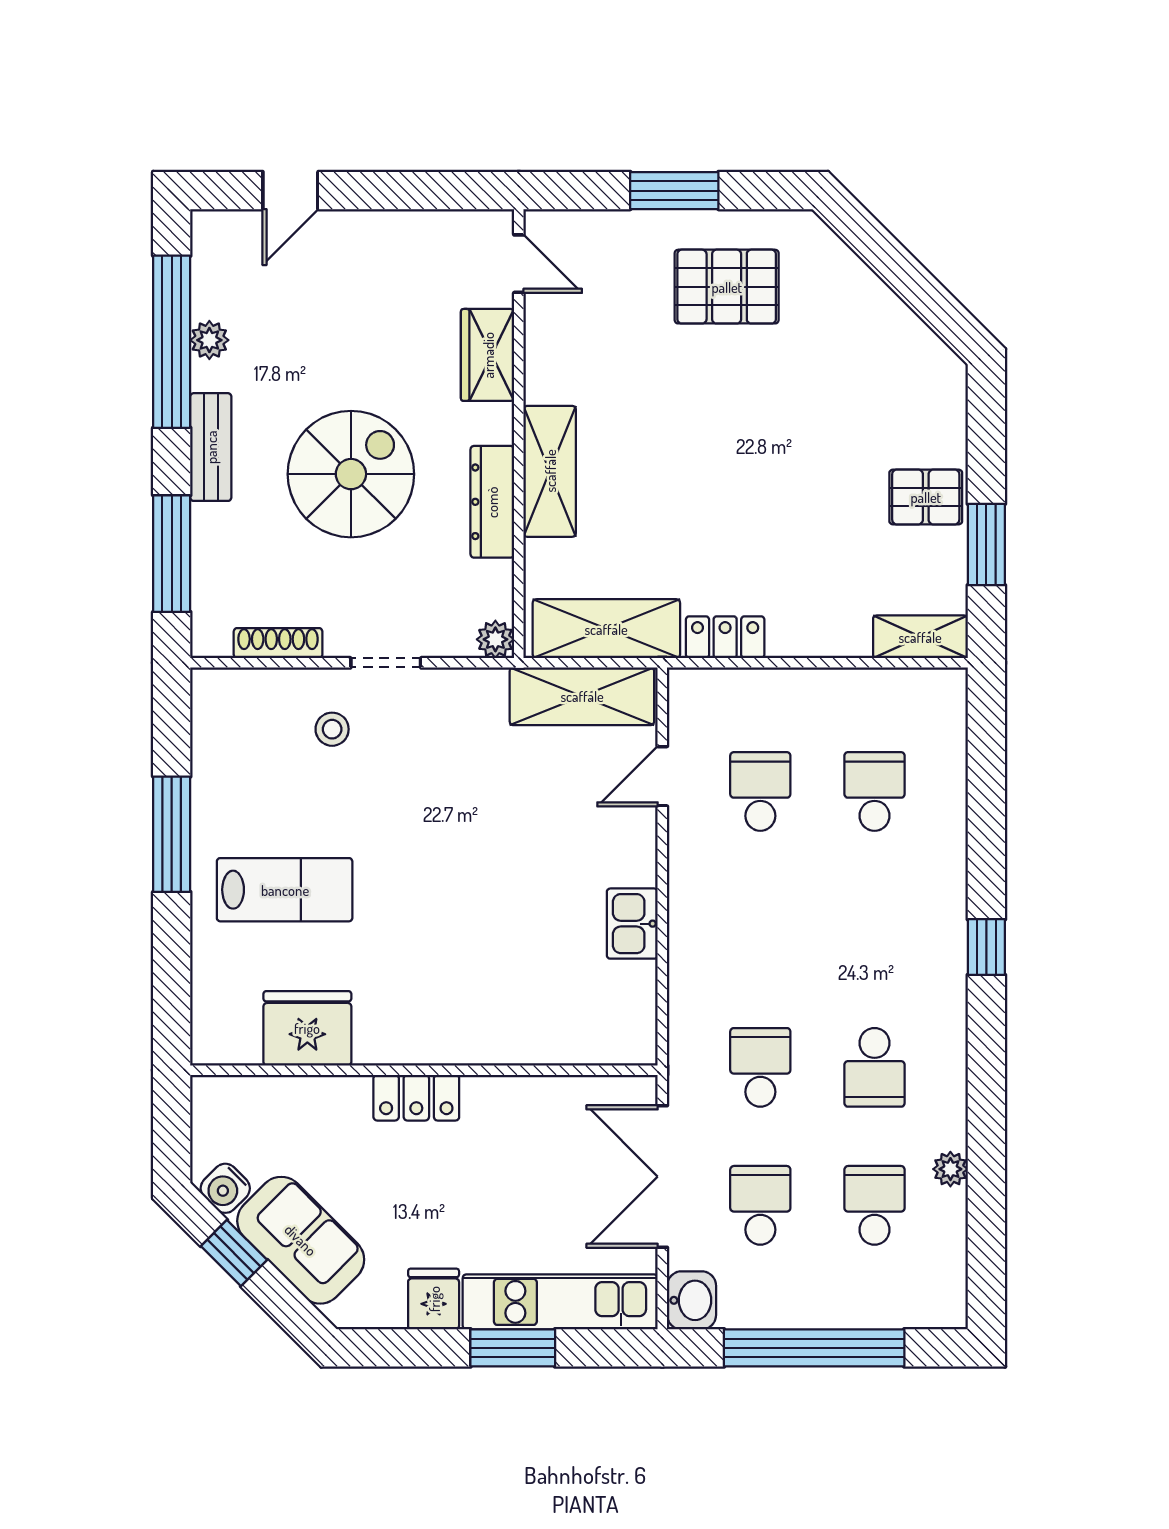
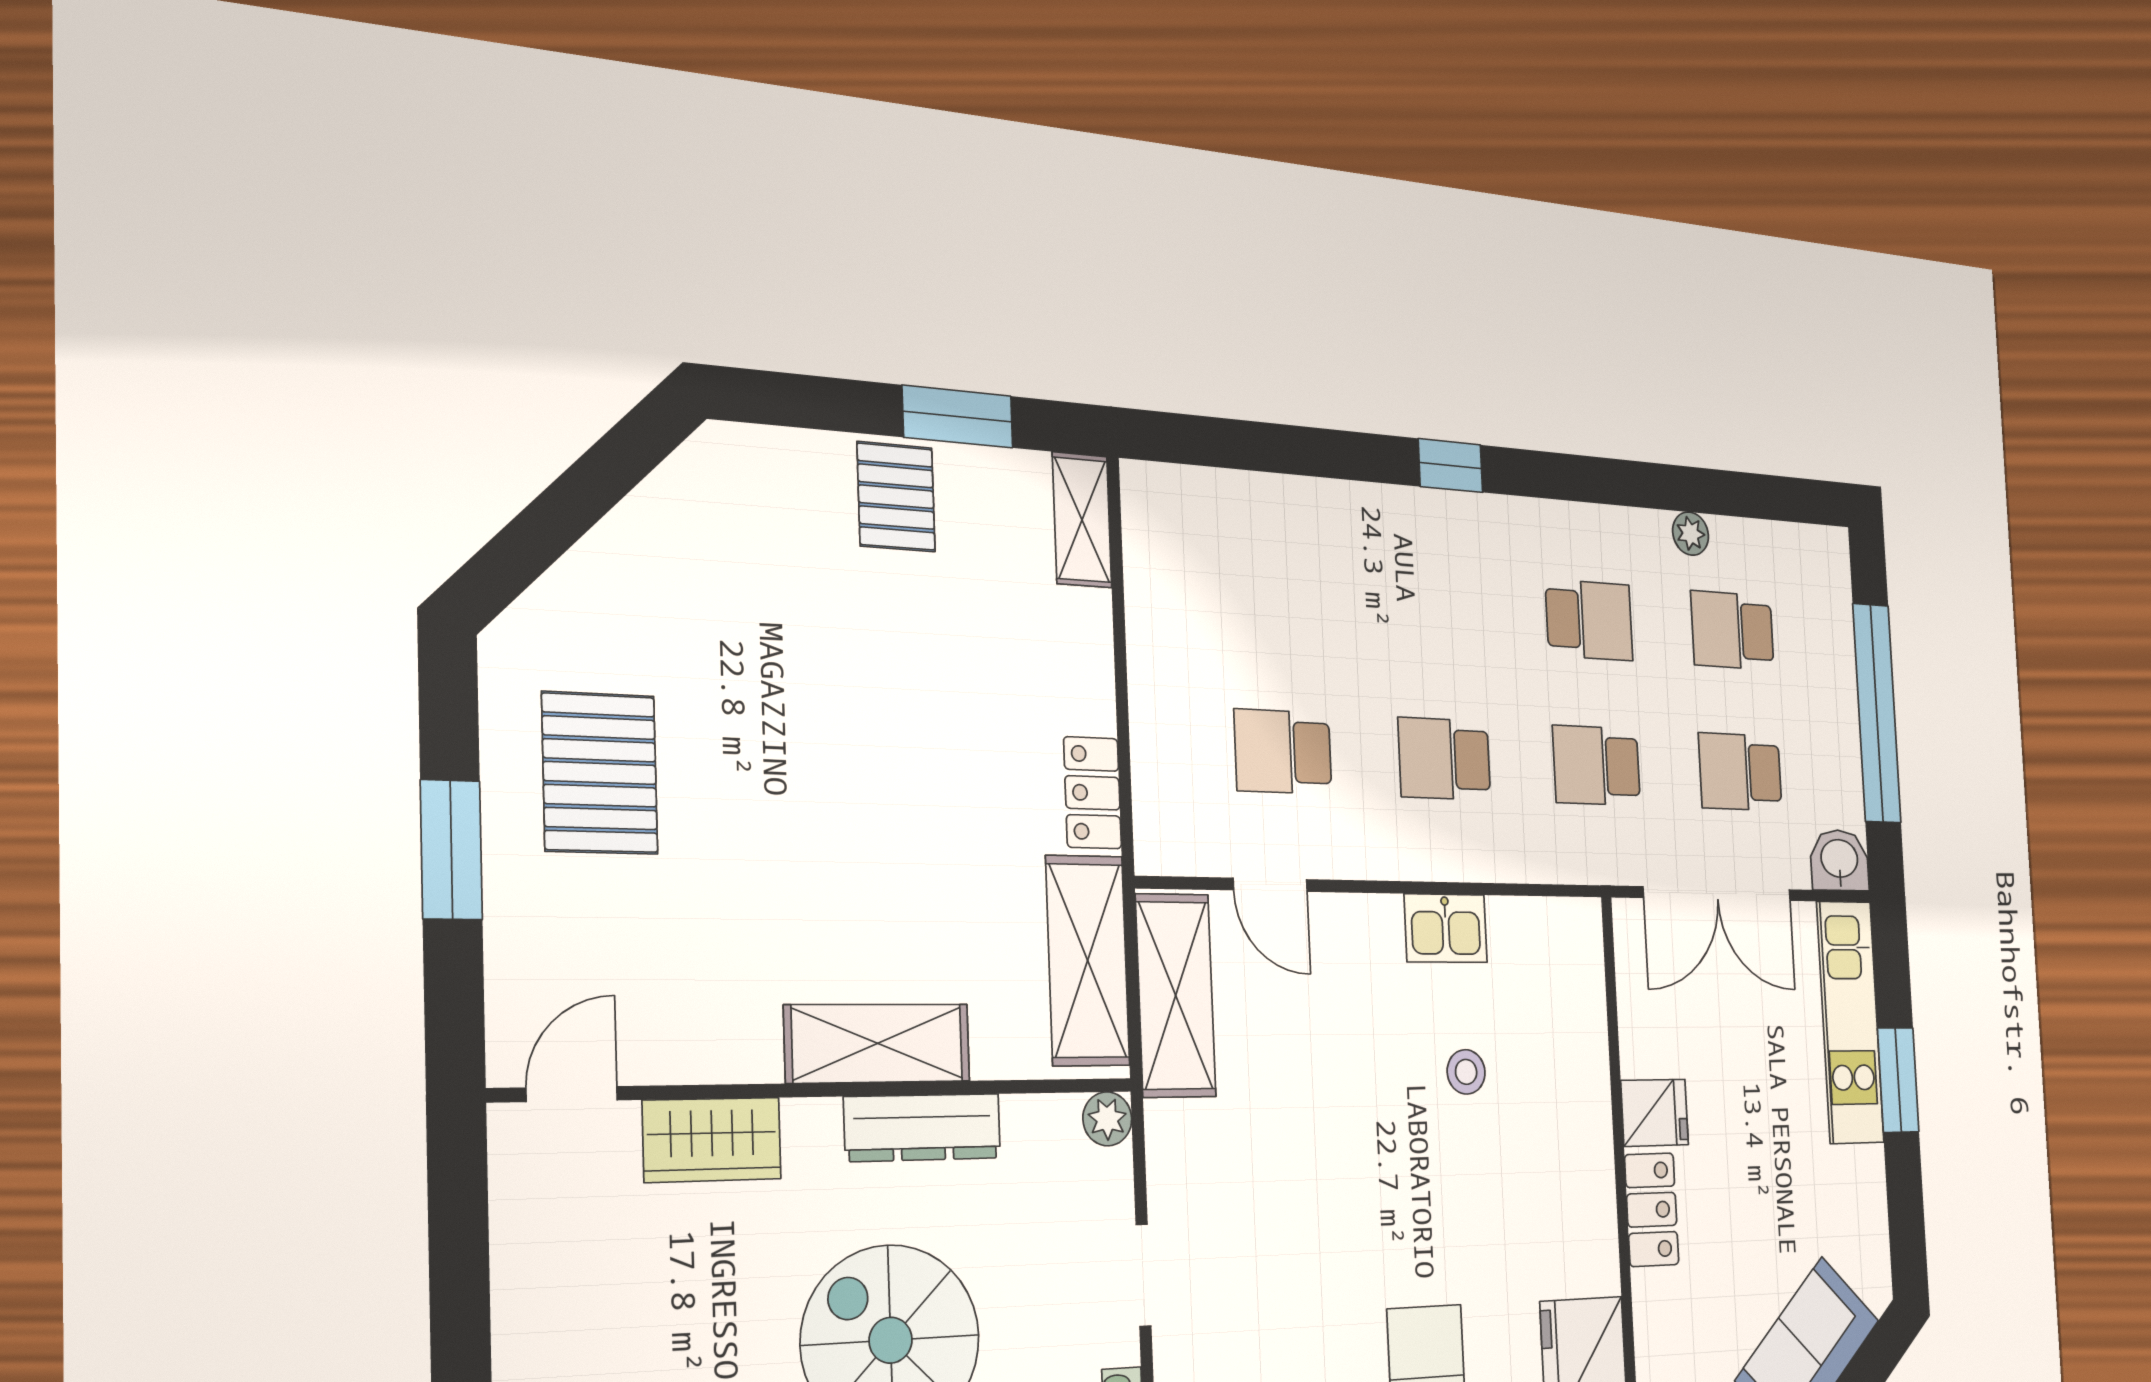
stool: (332, 729) -> (1466, 1072), moved
school desk: (875, 791) -> (1444, 759), moved
fridge: (434, 1299) -> (1655, 1113), moved, turned 180

